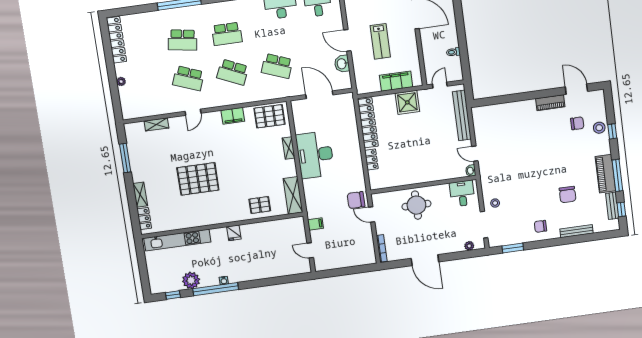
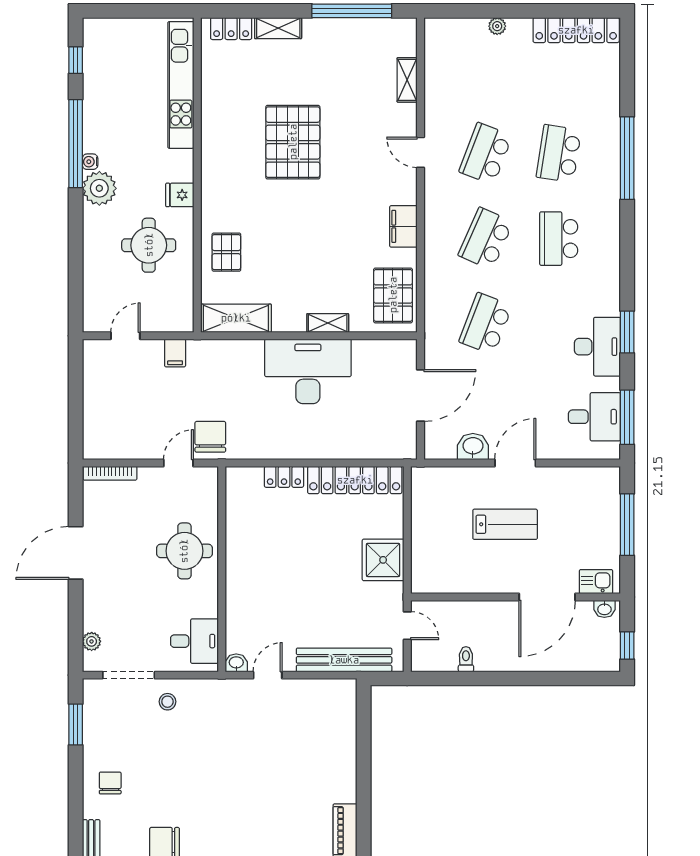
lab bench: (380, 41) -> (505, 524), turned 180
filing cabinet: (396, 81) -> (426, 544), removed
window: (125, 158) -> (352, 11), width x1.46
round table: (262, 245) -> (149, 245), added
plant: (191, 280) -> (99, 188), moved

